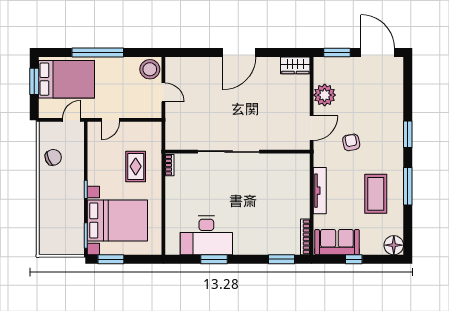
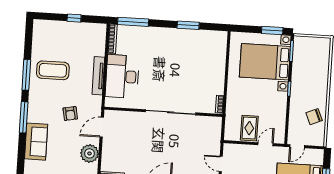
window: (408, 134) -> (24, 117), width x1.44
rug: (136, 166) -> (249, 128), moved
coffee table: (376, 194) -> (53, 70), turned 90
desk: (206, 235) -> (122, 76), moved, turned -90
sofa: (337, 242) -> (36, 142), moved, turned -90
floor lamp: (394, 245) -> (41, 27), removed
window: (281, 259) -> (133, 22), width x1.44

